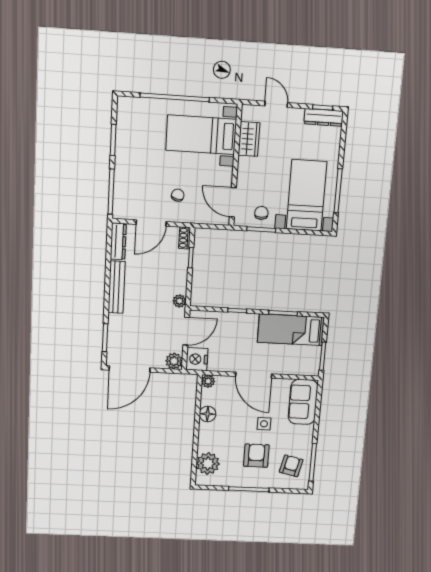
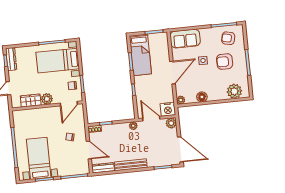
bed with nightstands: (201, 135) -> (39, 158), moved, turned 180
plant: (247, 167) -> (47, 99), added

